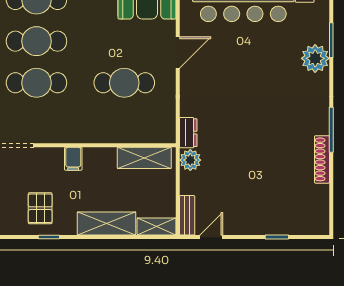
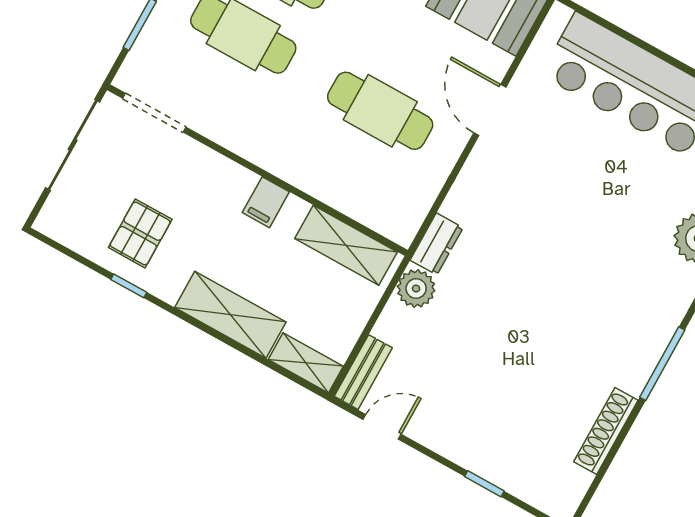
door: (178, 53) -> (490, 110), swing flipped
filing cabinet: (73, 159) -> (266, 202), moved
shoe rack: (322, 159) -> (606, 431), moved

